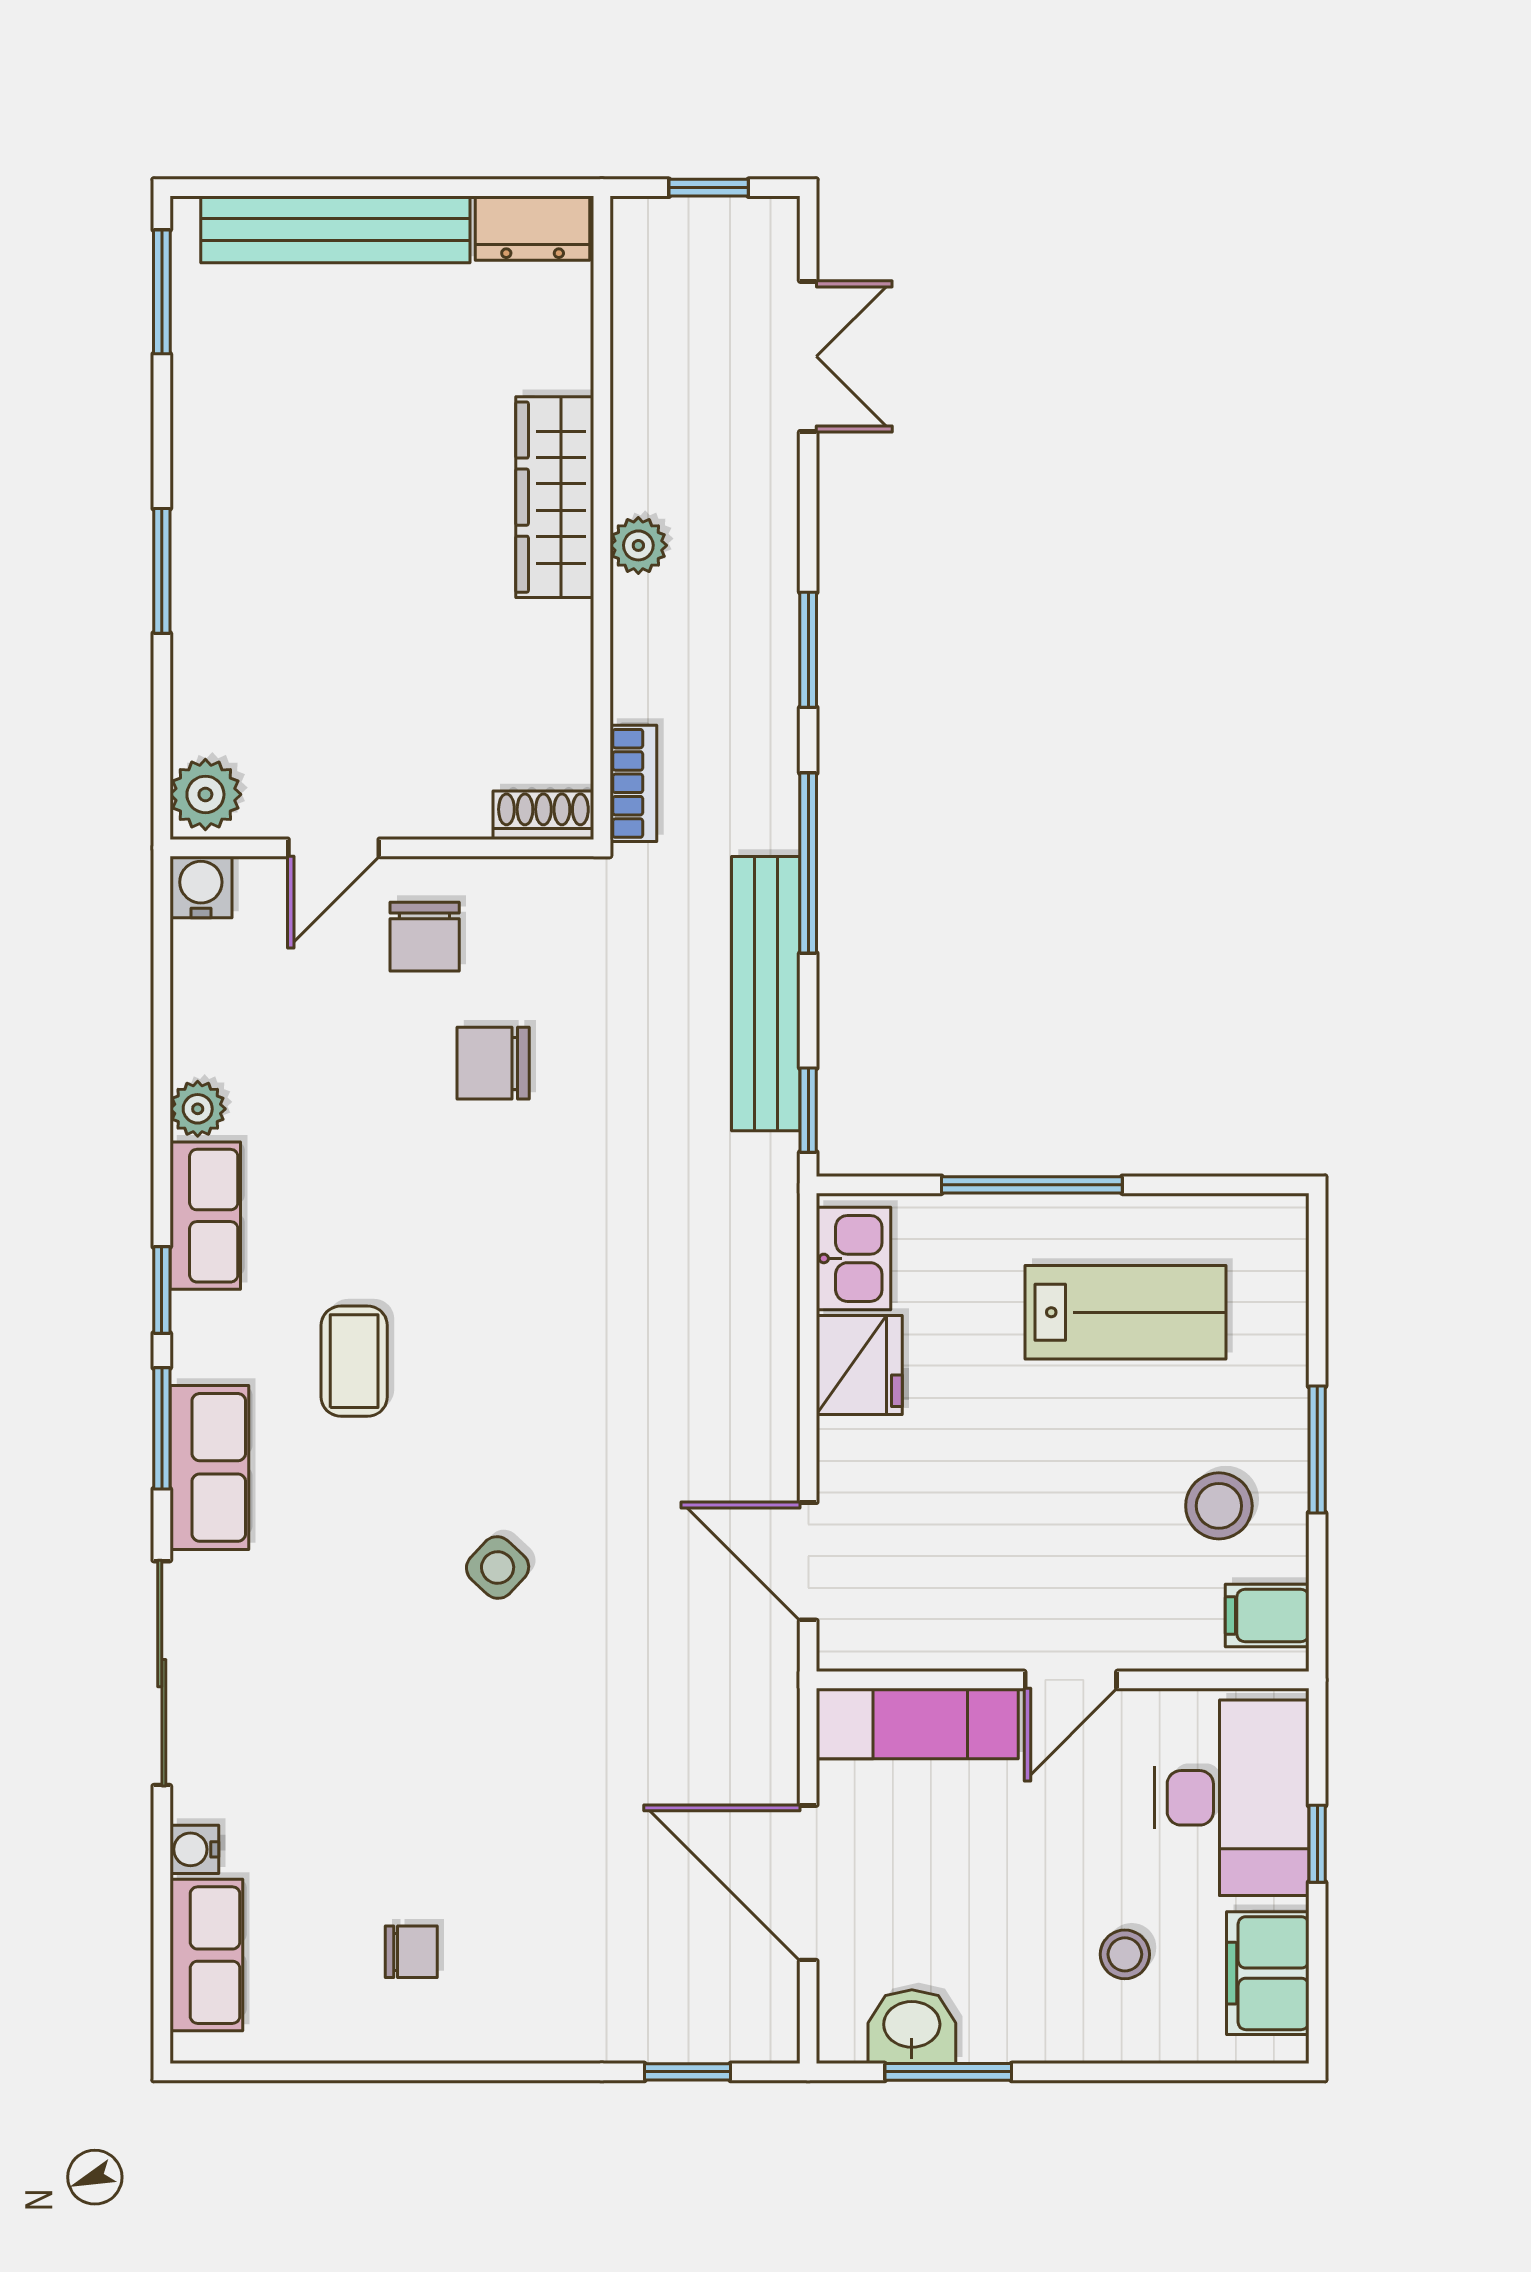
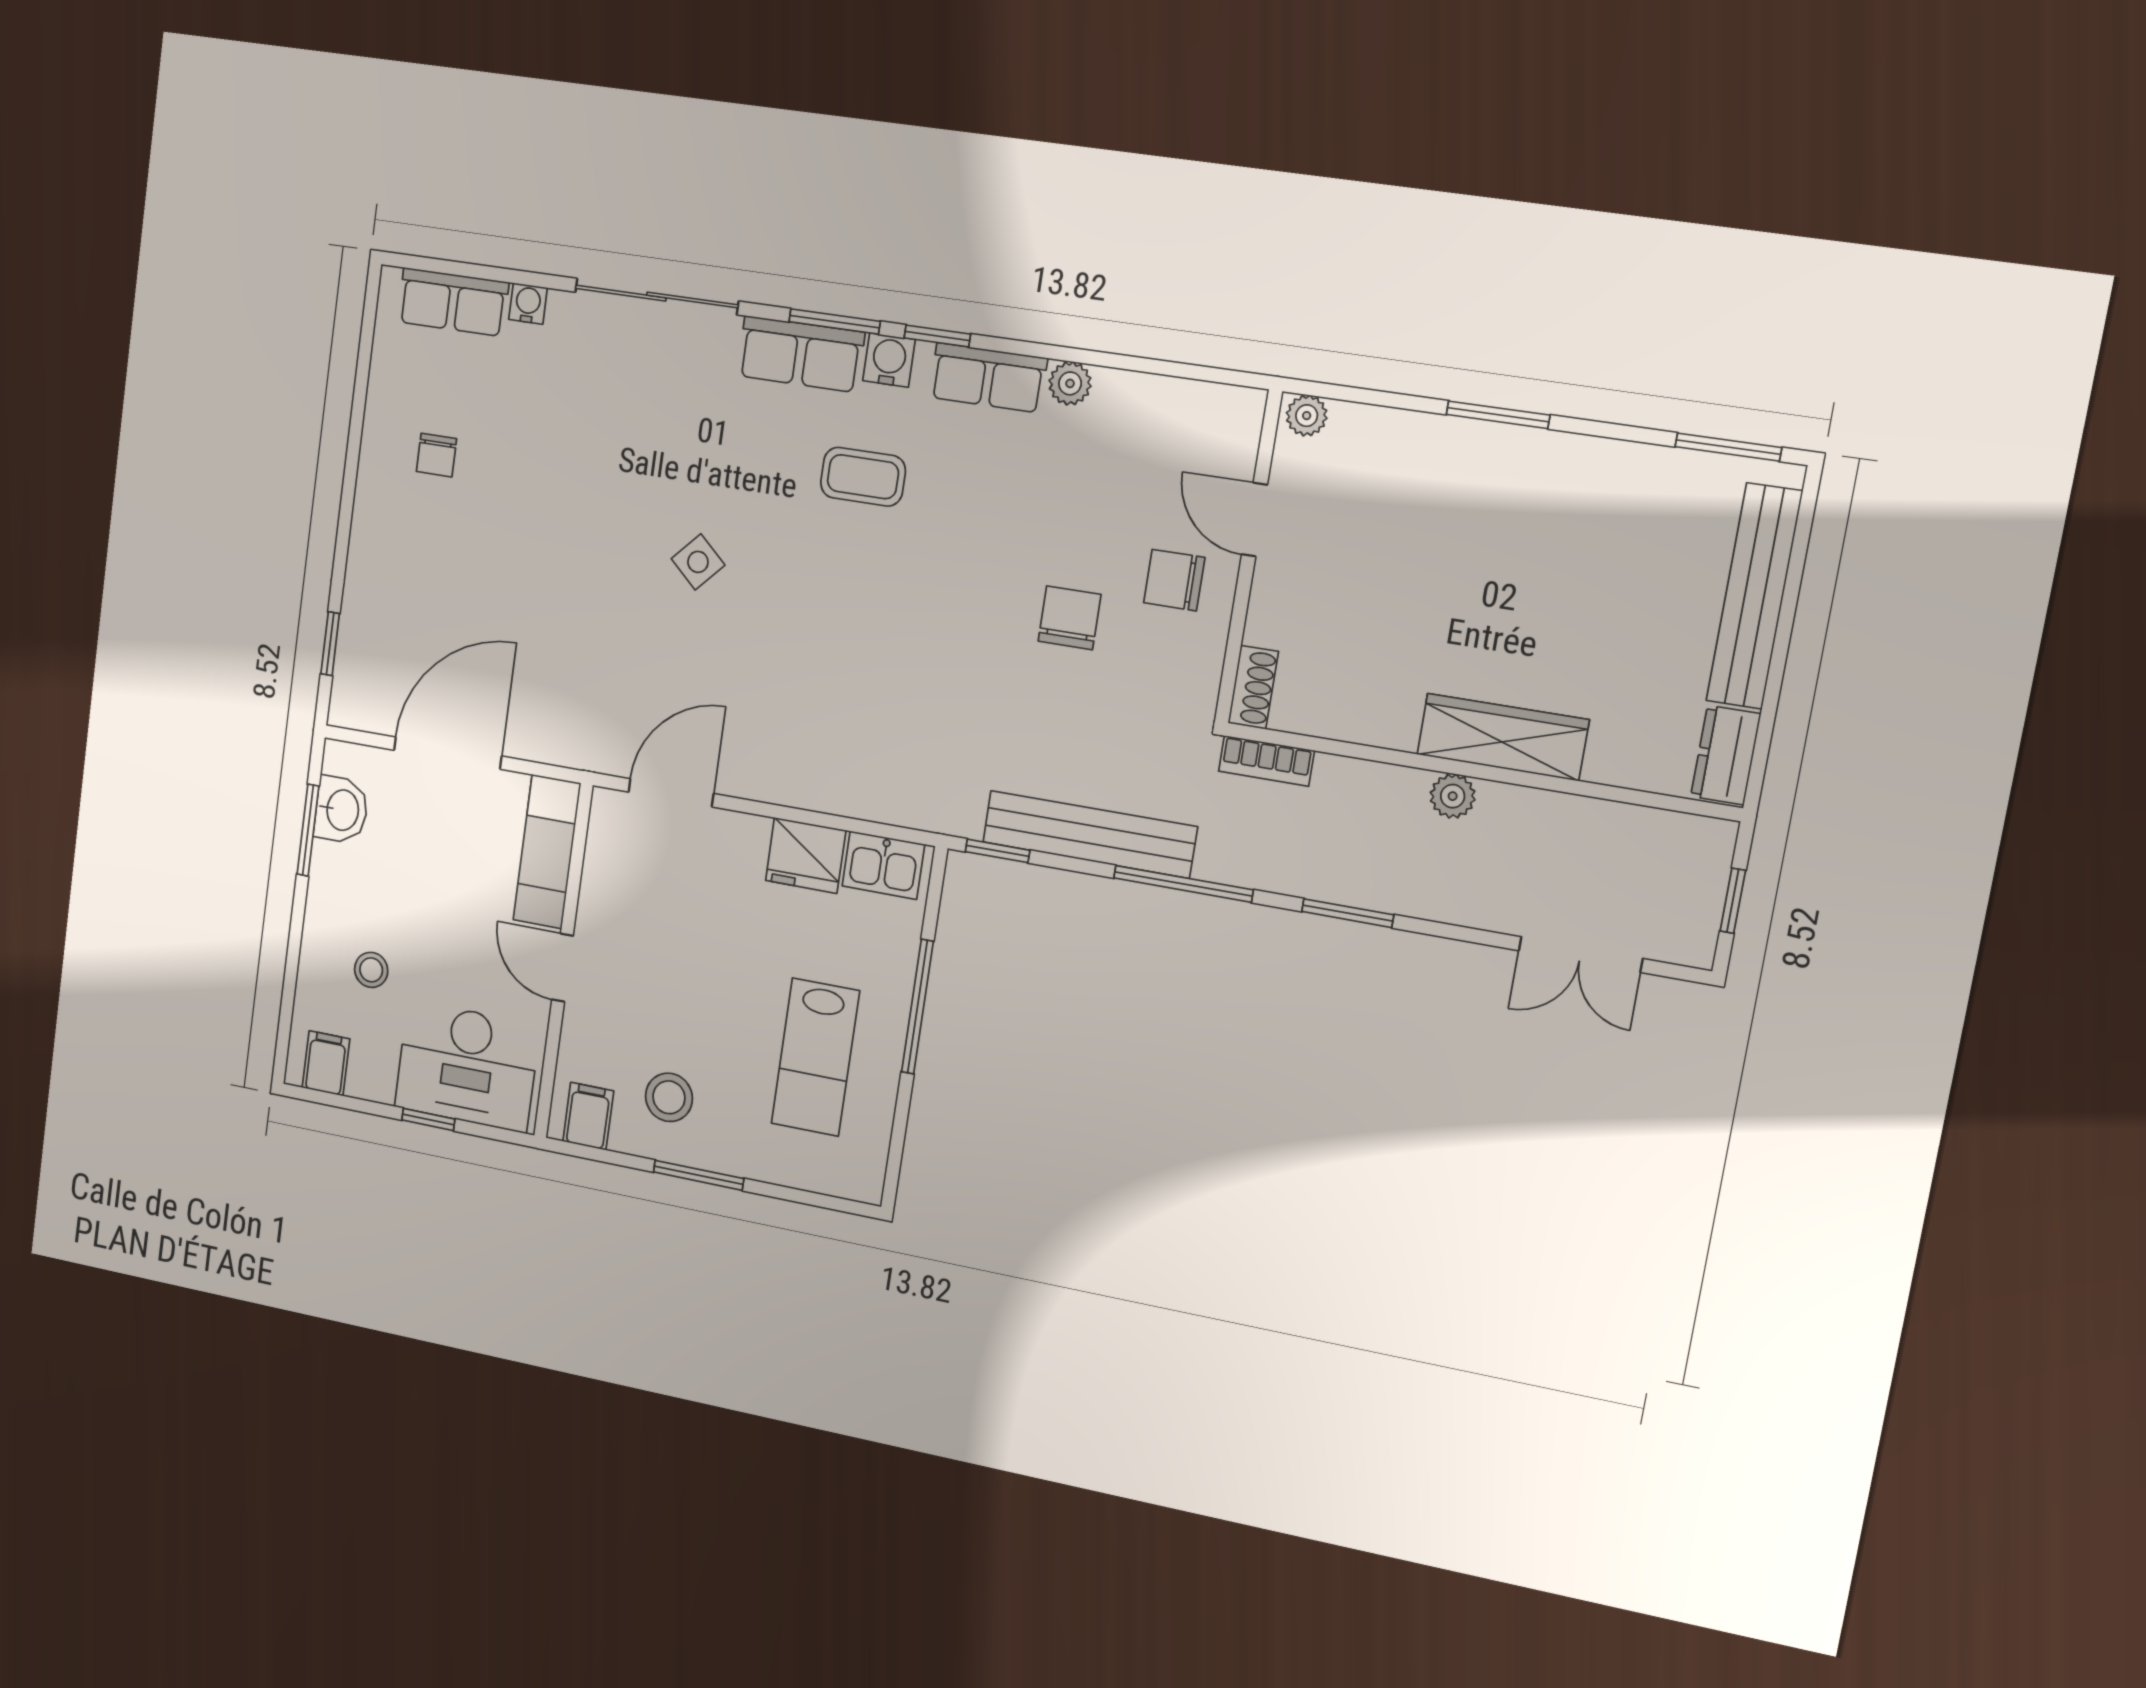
plant: (205, 794) -> (1307, 416), width x0.73, depth x0.73
water cooler: (201, 887) -> (889, 360), moved, turned -90
filing cabinet: (1268, 1973) -> (326, 1063), width x0.50

